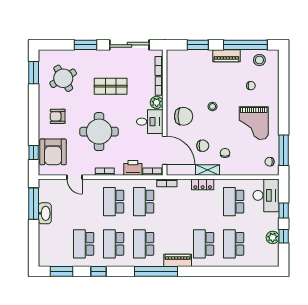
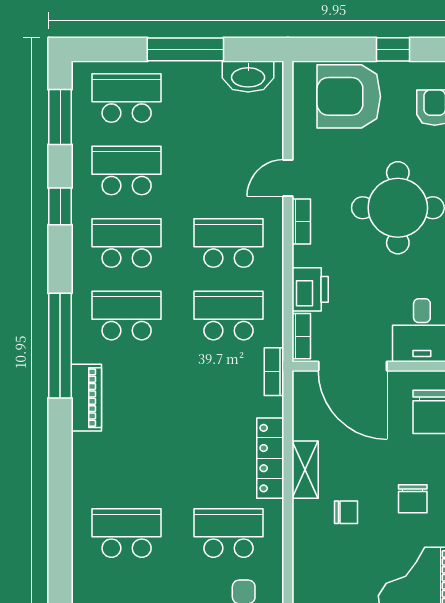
chair: (203, 146) -> (413, 499), moved
door: (165, 150) -> (353, 366), hinge flipped
window: (34, 153) -> (393, 49), moved
door: (75, 177) -> (288, 178), moved
locker: (203, 184) -> (270, 458), width x1.53
window: (34, 204) -> (185, 49), moved
washbasin: (45, 213) -> (248, 76), moved
school desk: (204, 244) -> (127, 98), moved

